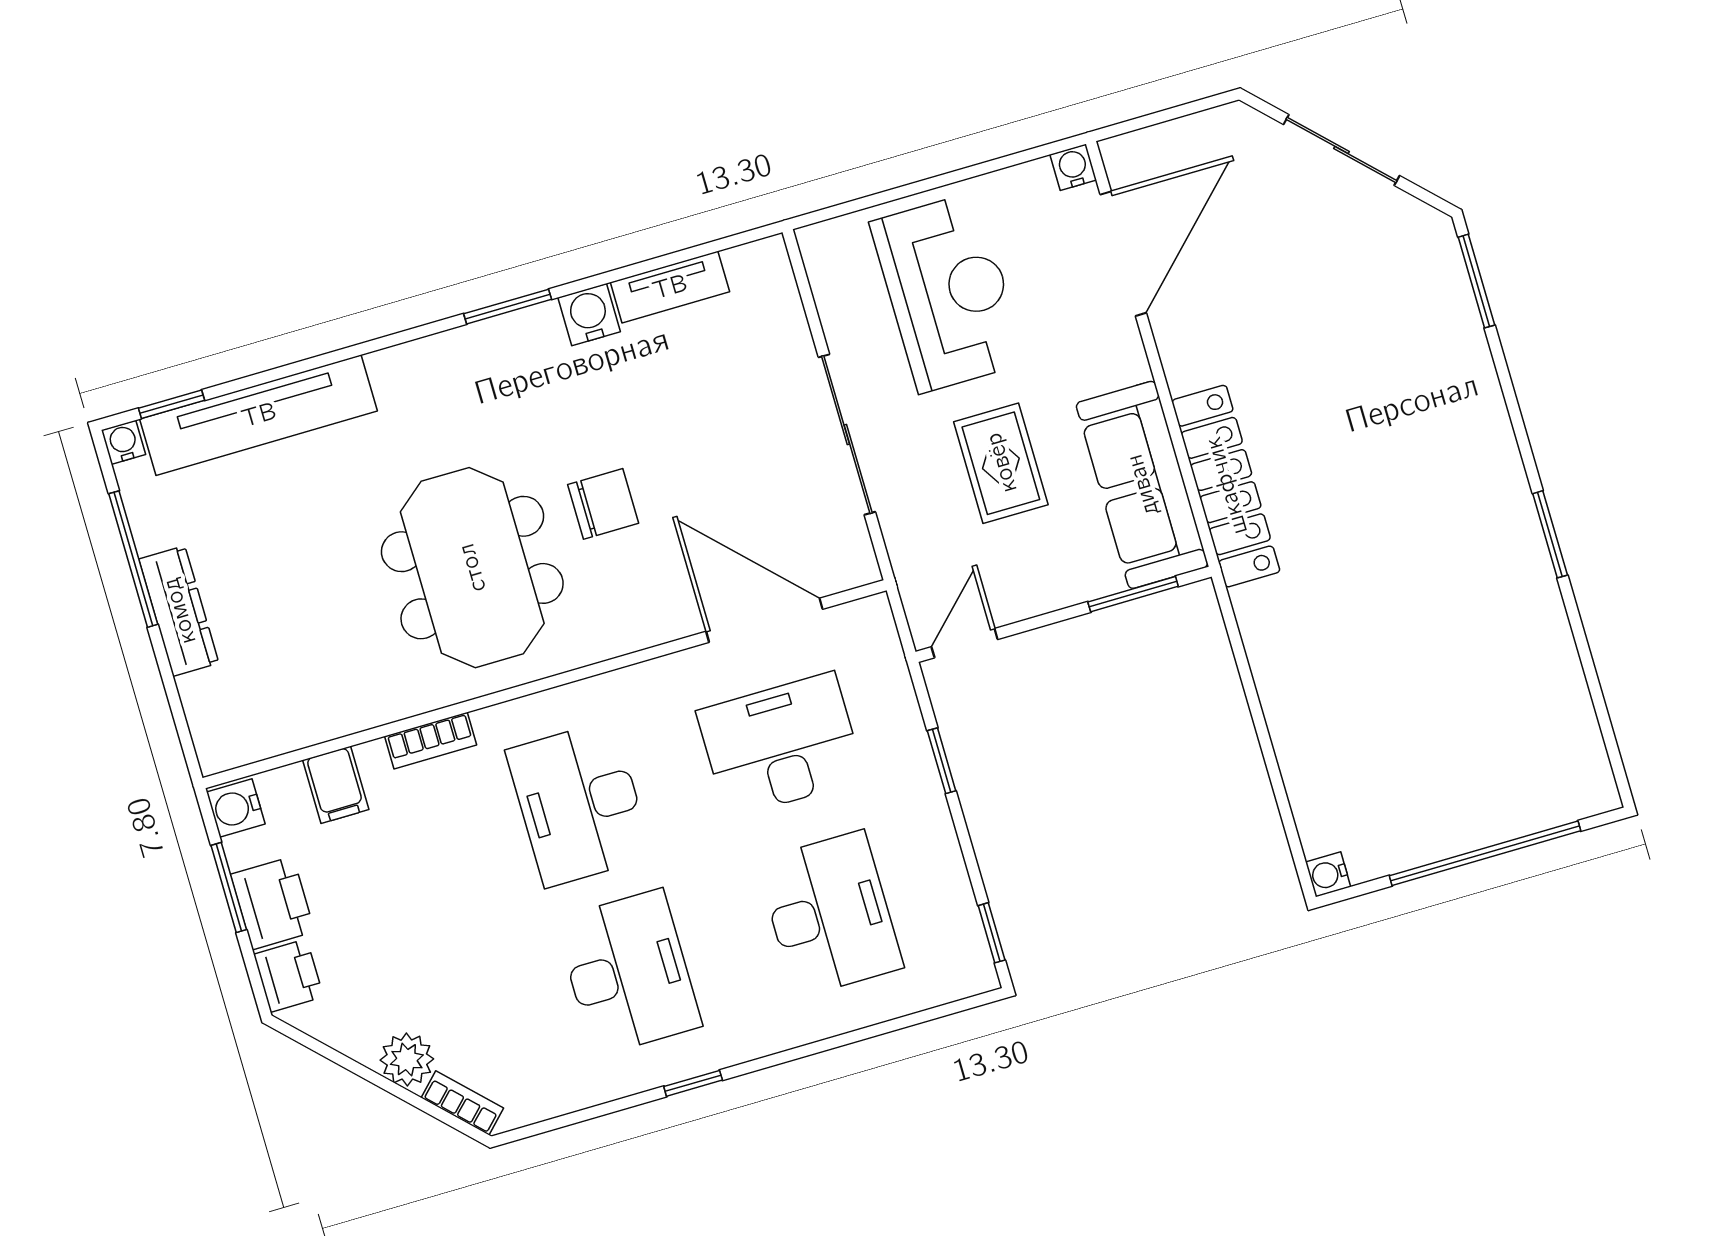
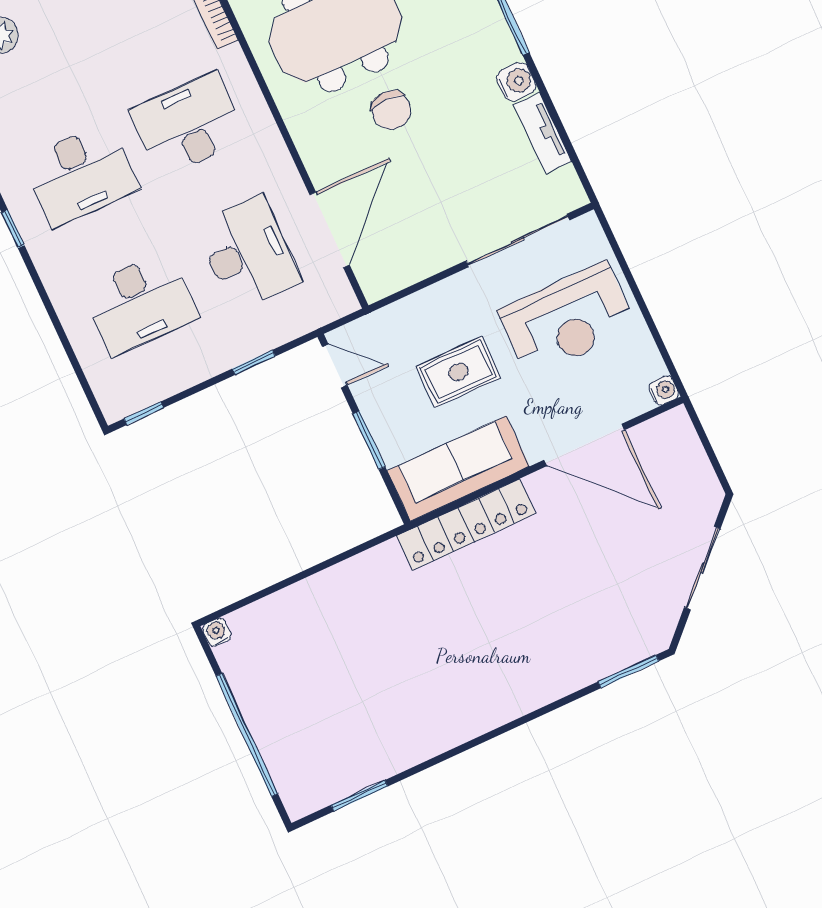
door: (1123, 254) -> (584, 445), moved
sliding door: (847, 435) -> (518, 241), moved
window: (1550, 534) -> (359, 796), moved
window: (1133, 594) -> (369, 440), moved

